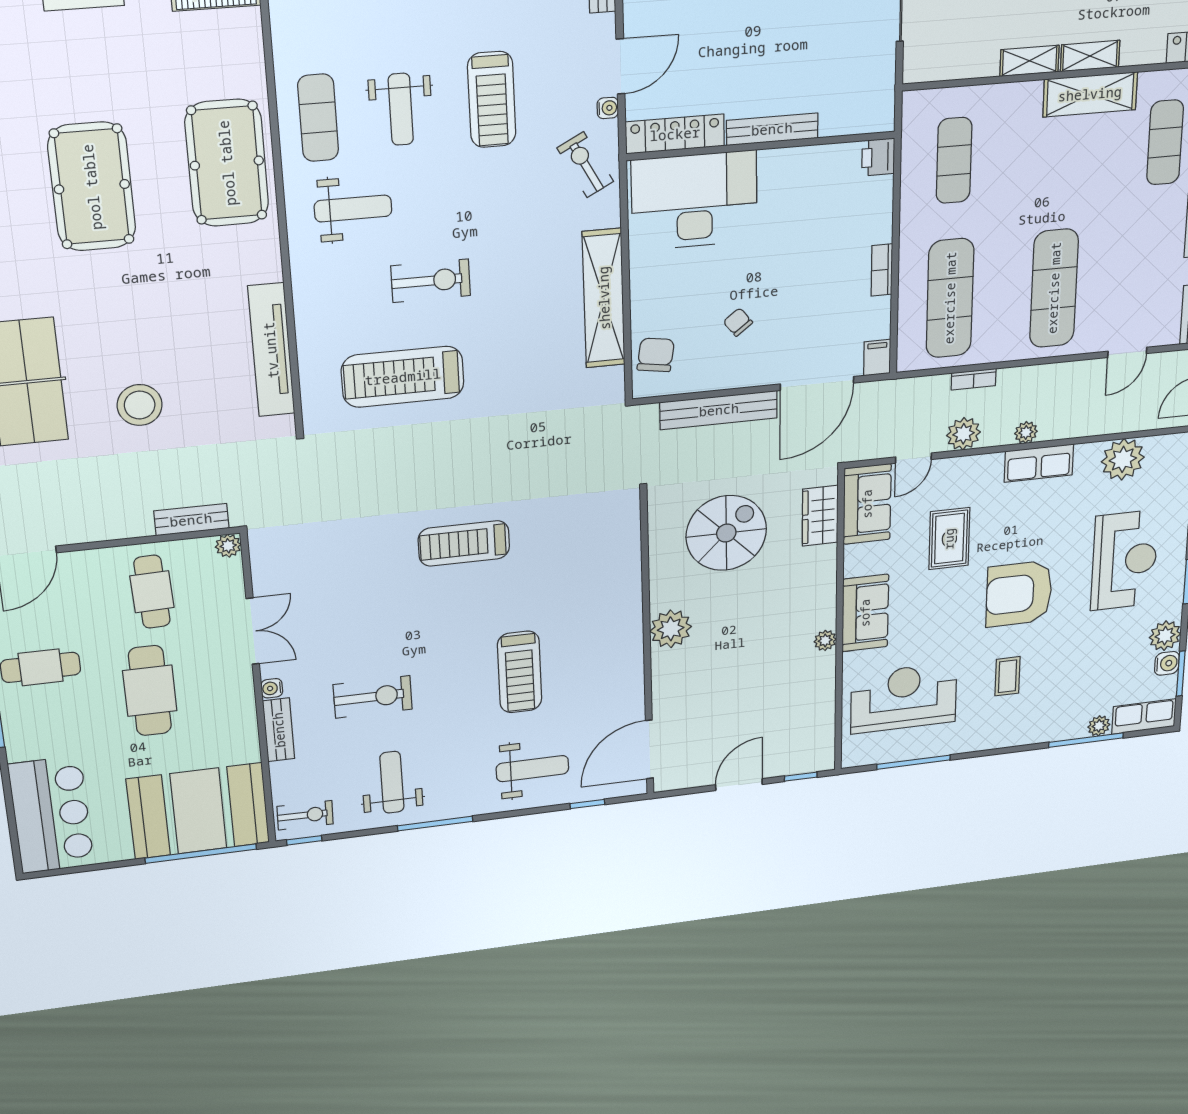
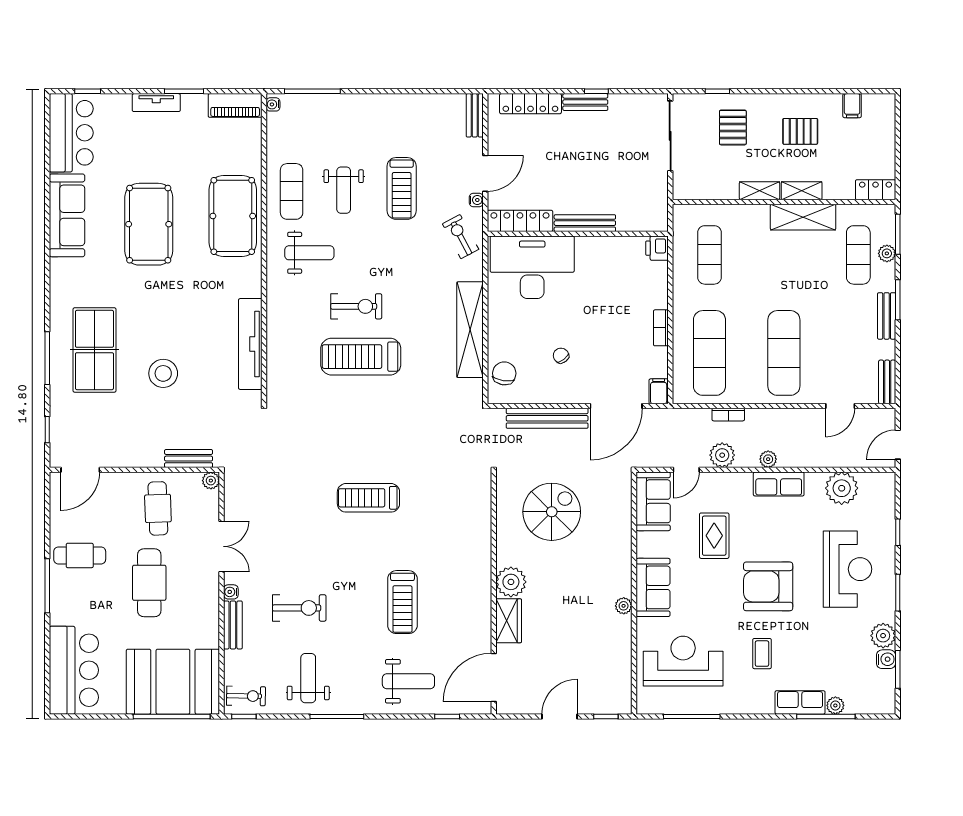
treadmill: (403, 377) -> (361, 357), moved
wardrobe: (820, 516) -> (509, 621), moved, turned 180
row of seats: (1144, 717) -> (800, 702), moved

